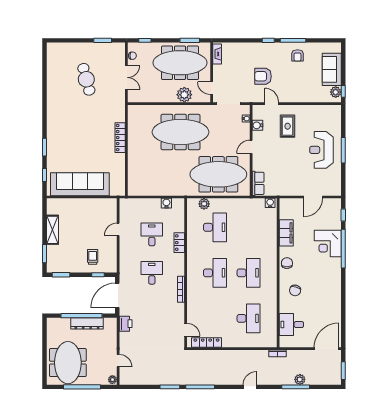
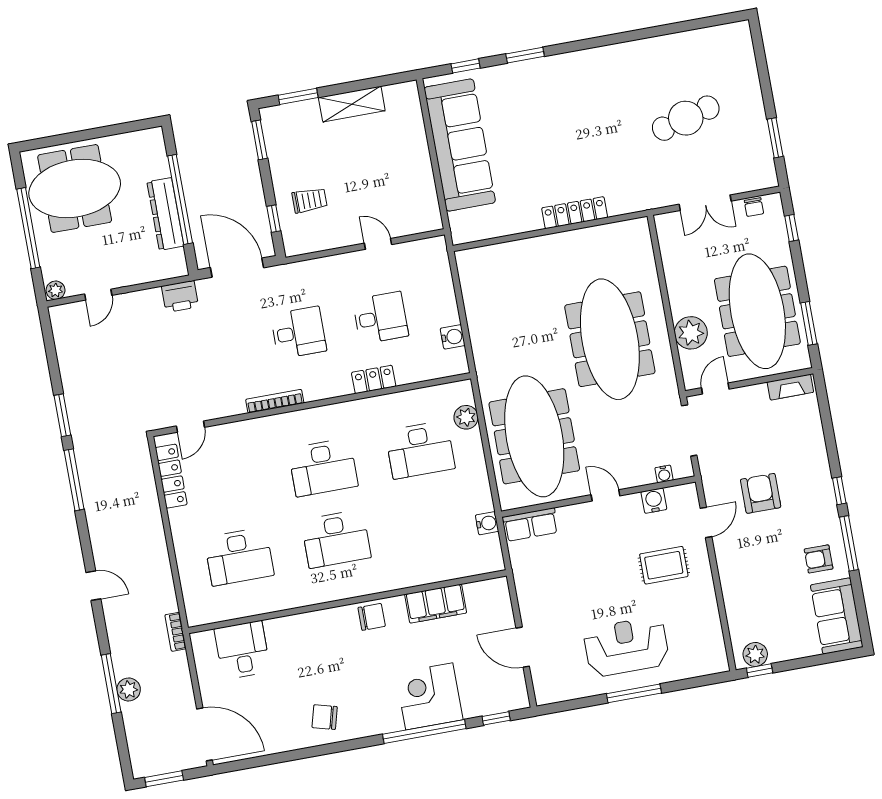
sofa: (332, 69) -> (837, 616), moved, turned -90
water cooler: (270, 203) -> (487, 523), moved
chair: (295, 290) -> (325, 717), moved

